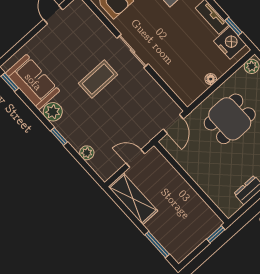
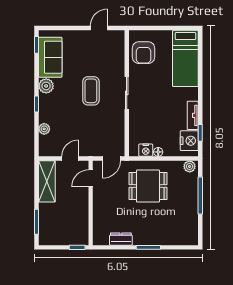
coffee table: (98, 79) -> (91, 91), turned 90
nightstand: (198, 88) -> (146, 150), added
door: (135, 158) -> (70, 159), hinge flipped
door: (171, 160) -> (91, 178), added

